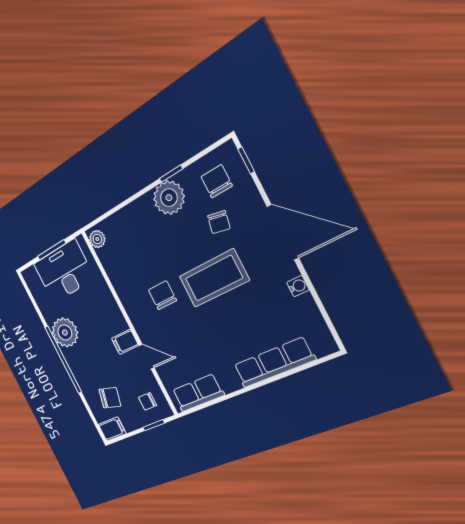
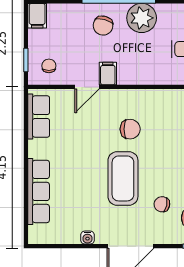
chair: (110, 398) -> (103, 26), moved

